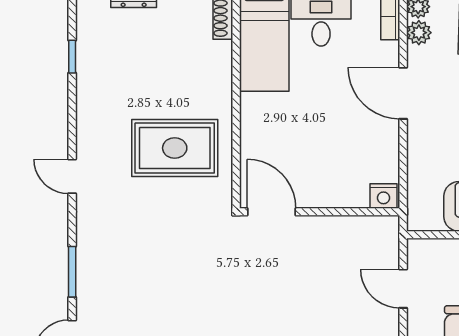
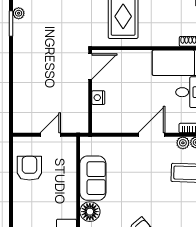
nightstand: (384, 196) -> (98, 98), moved

